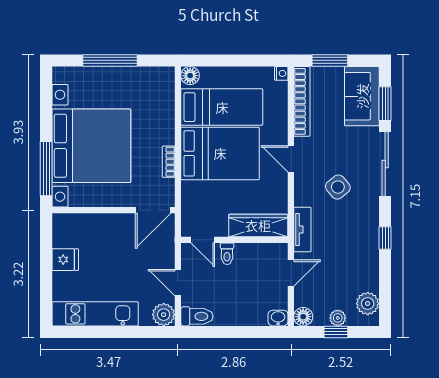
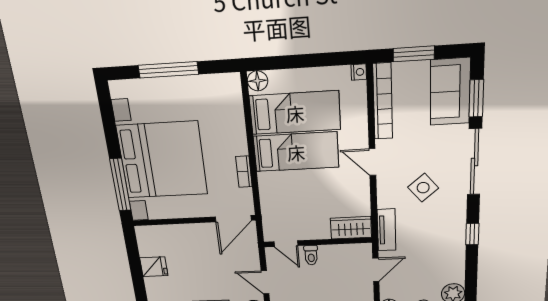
bed: (220, 153) -> (296, 152), width x0.67
wardrobe: (258, 225) -> (351, 228), width x0.67

